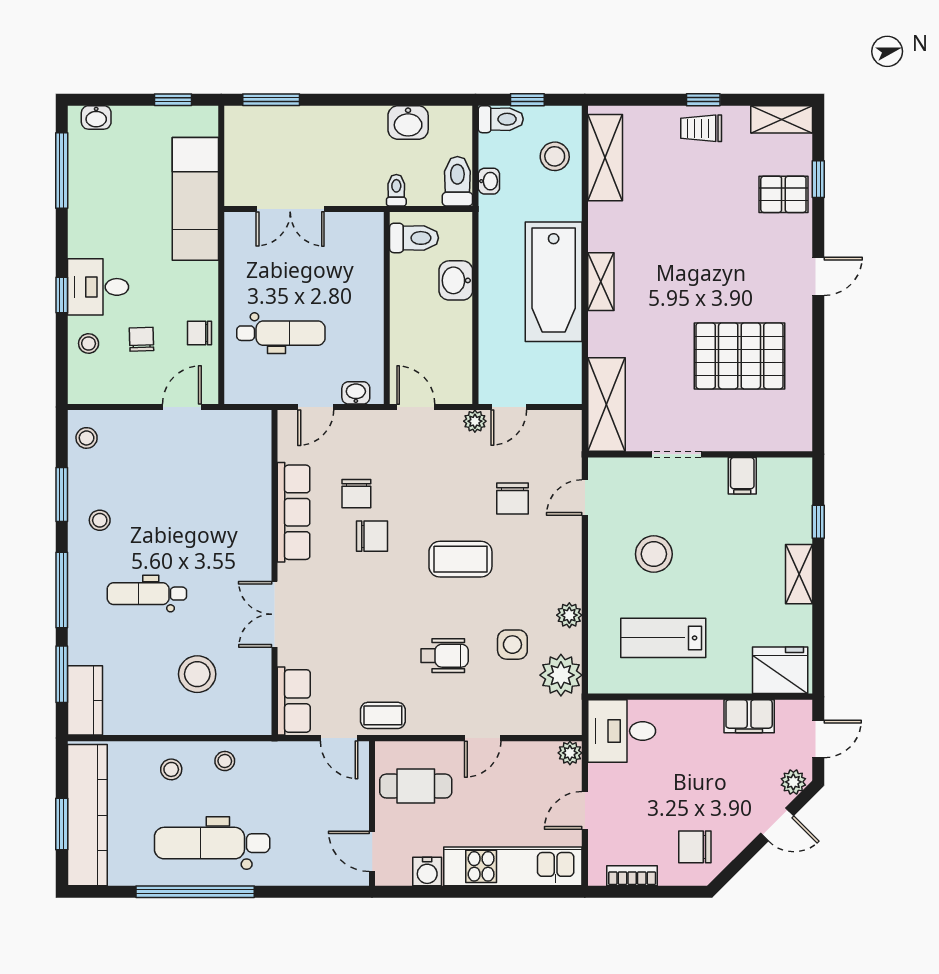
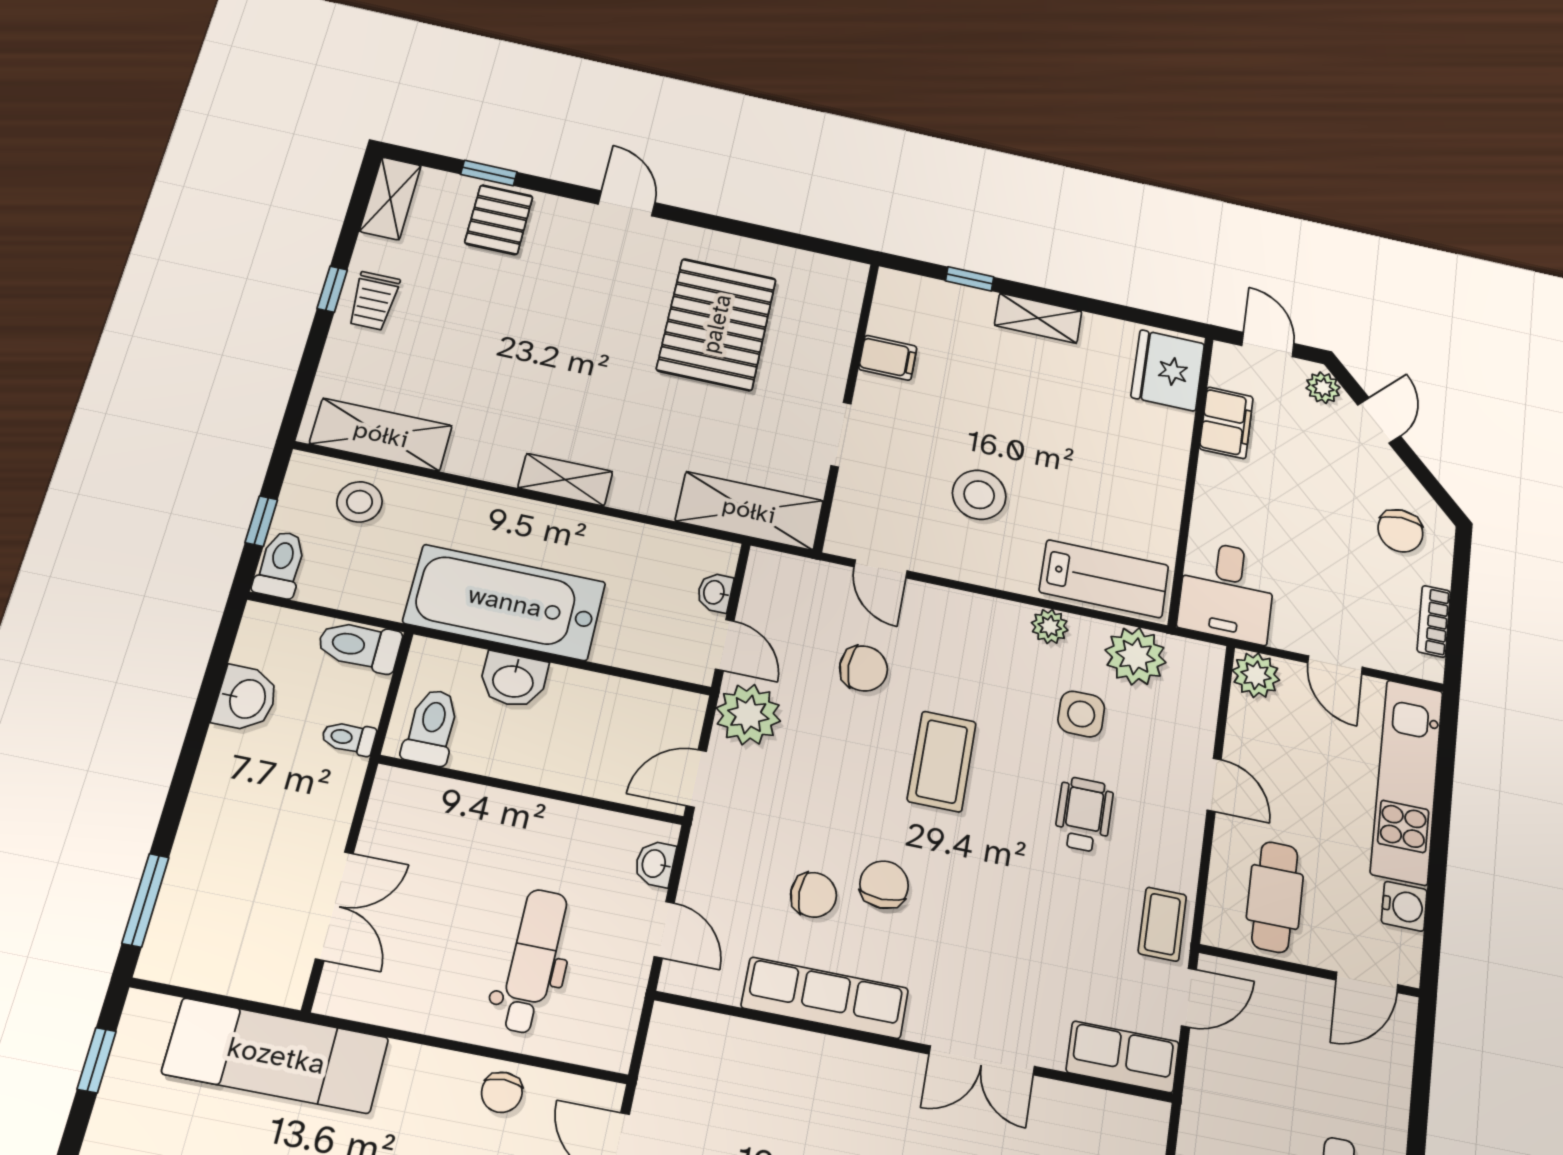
washbasin: (489, 181) -> (715, 592), moved, turned -90
bathtub: (554, 282) -> (505, 602), moved, turned 180
plant: (475, 421) -> (748, 715), width x1.88, depth x1.88
lab bench: (663, 638) -> (1104, 579), moved, turned -90
plant: (570, 753) -> (1256, 675), width x1.38, depth x1.38

